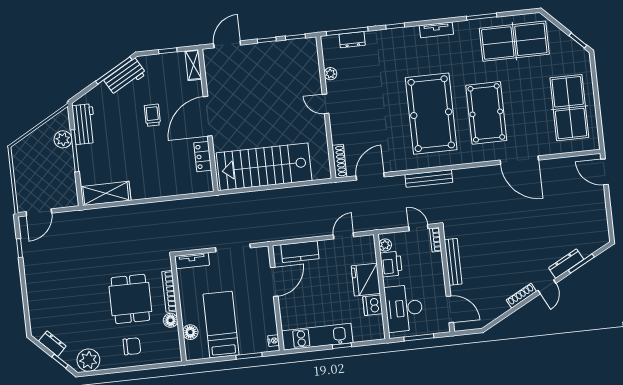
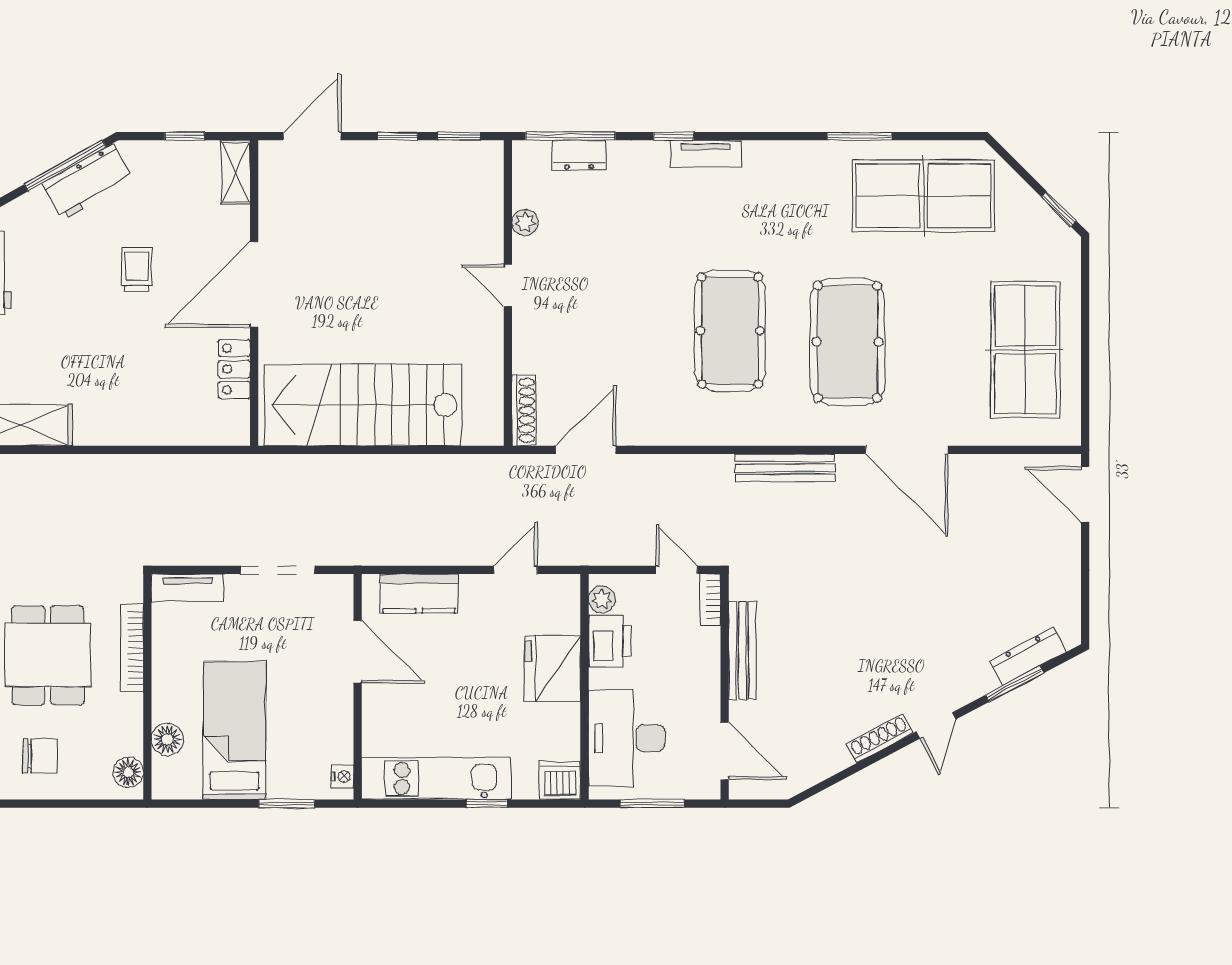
tv unit: (436, 30) -> (706, 154), moved
pool table: (431, 114) -> (730, 331), width x0.73, depth x0.76
bench: (429, 178) -> (785, 468), moved
dresser: (566, 264) -> (1028, 656), moved
door: (274, 282) -> (358, 652), hinge flipped
dishwasher: (373, 305) -> (560, 780), moved, turned 90
floor lamp: (171, 320) -> (128, 772), moved

